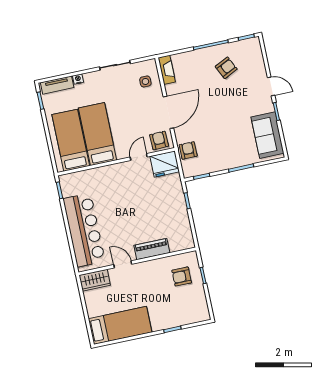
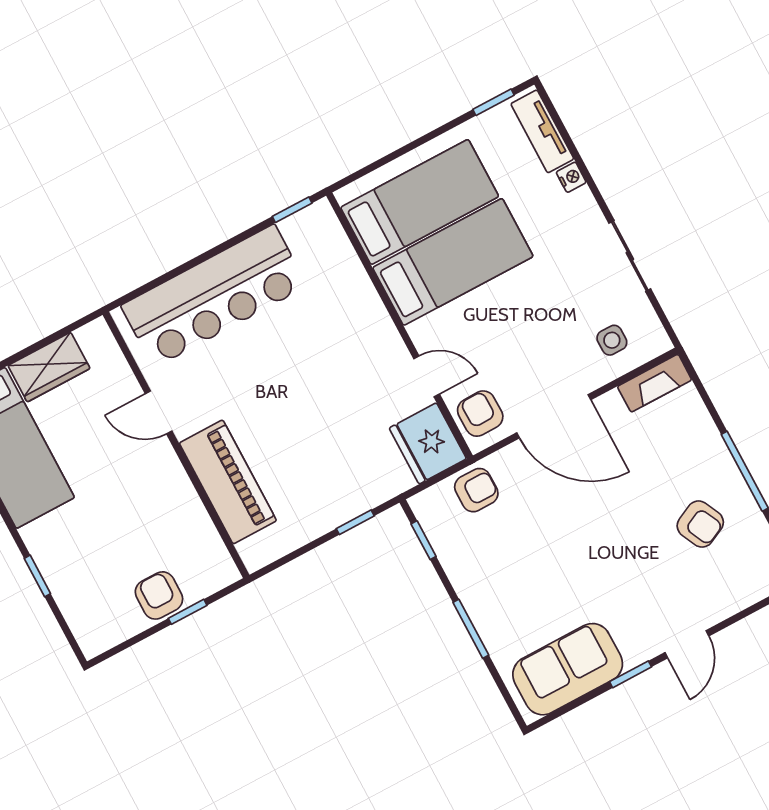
armchair: (159, 140) -> (480, 414), turned -89
piano: (152, 249) -> (228, 482), width x1.37, depth x1.33
door: (123, 264) -> (159, 412), swing flipped
armchair: (182, 277) -> (159, 595), moved
wardrobe: (95, 280) -> (49, 367), moved, turned -90

